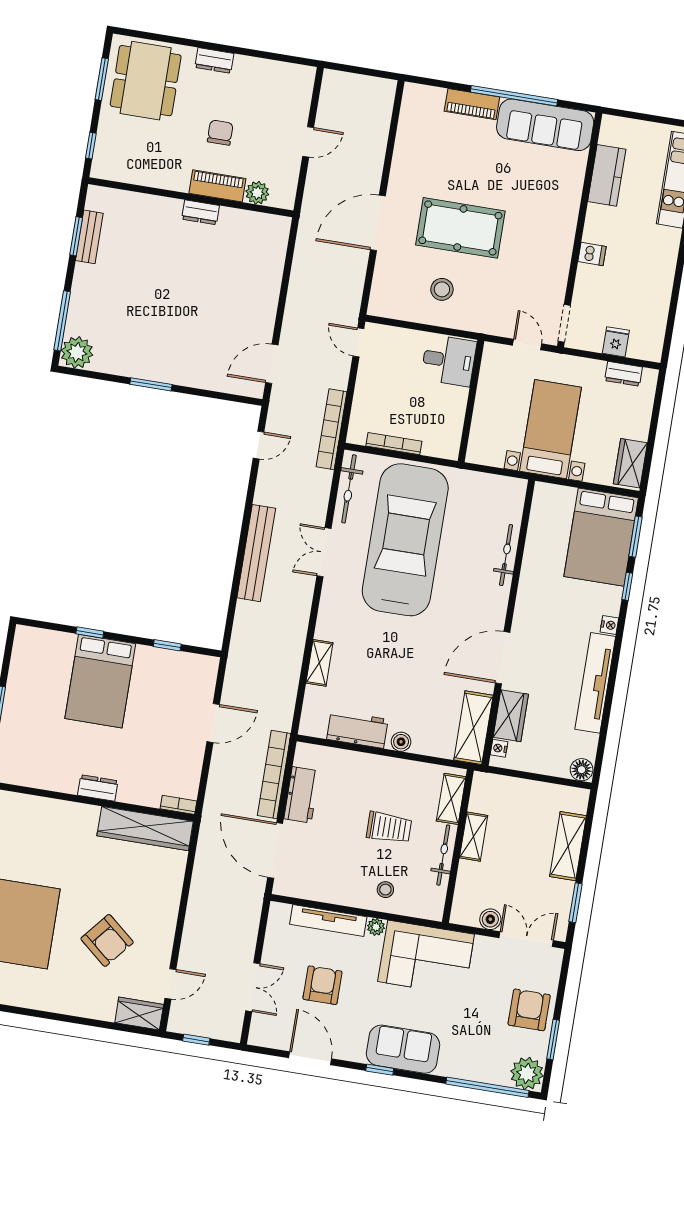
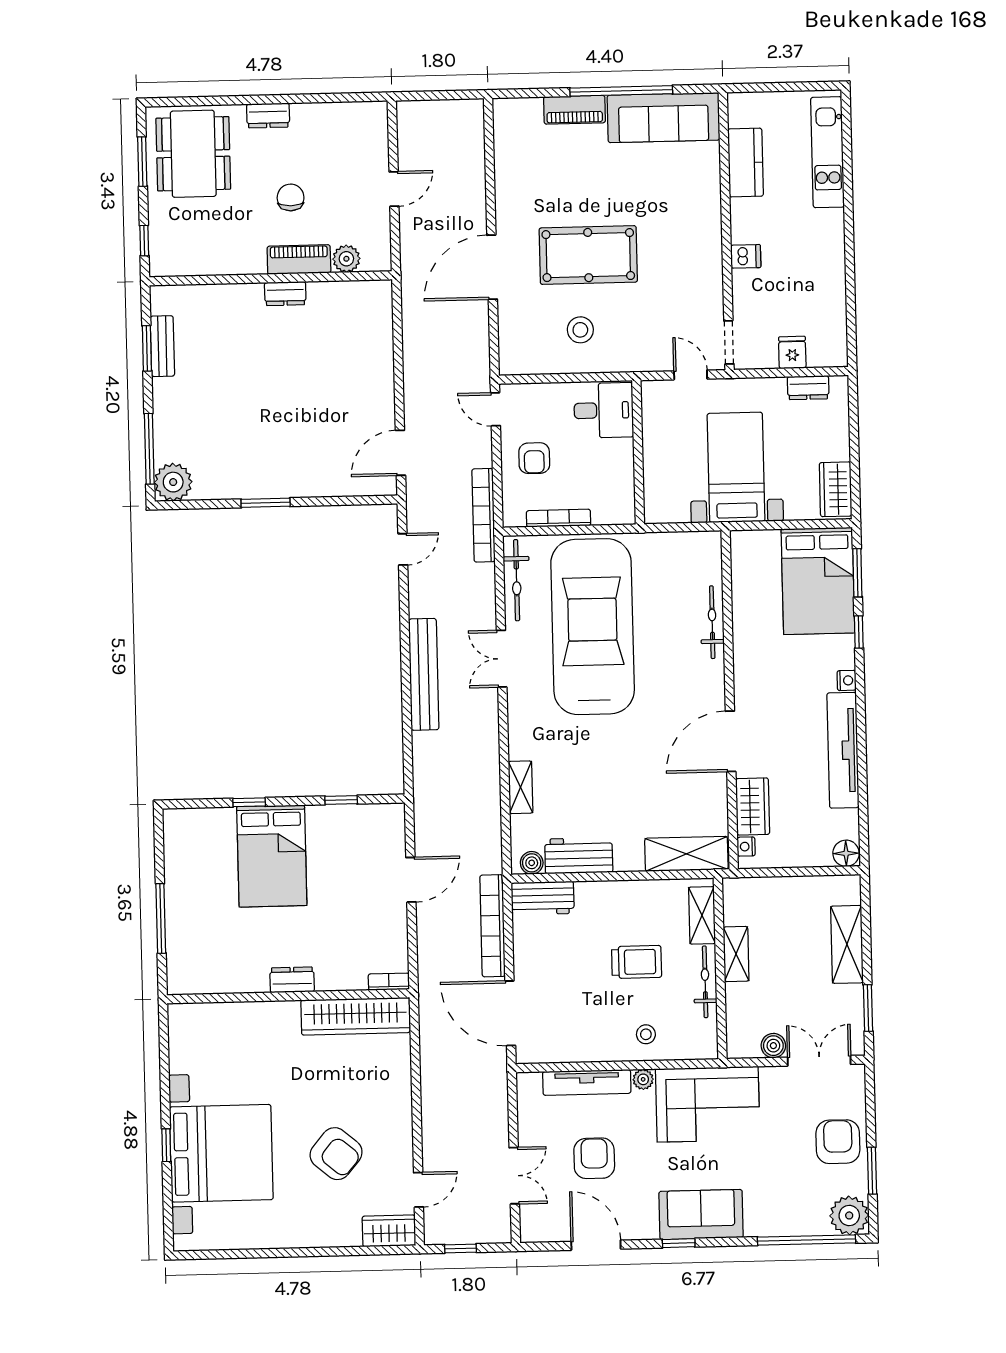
armchair: (383, 389) -> (534, 458), added
shelving: (473, 728) -> (686, 854), moved, turned 90
boiler: (401, 742) -> (532, 863), moved
workbench: (302, 795) -> (543, 898), moved, turned 90

